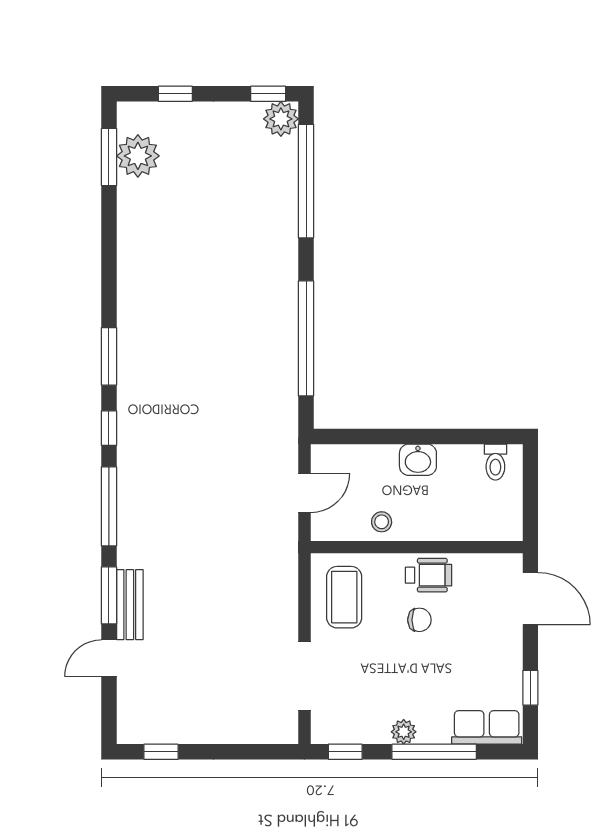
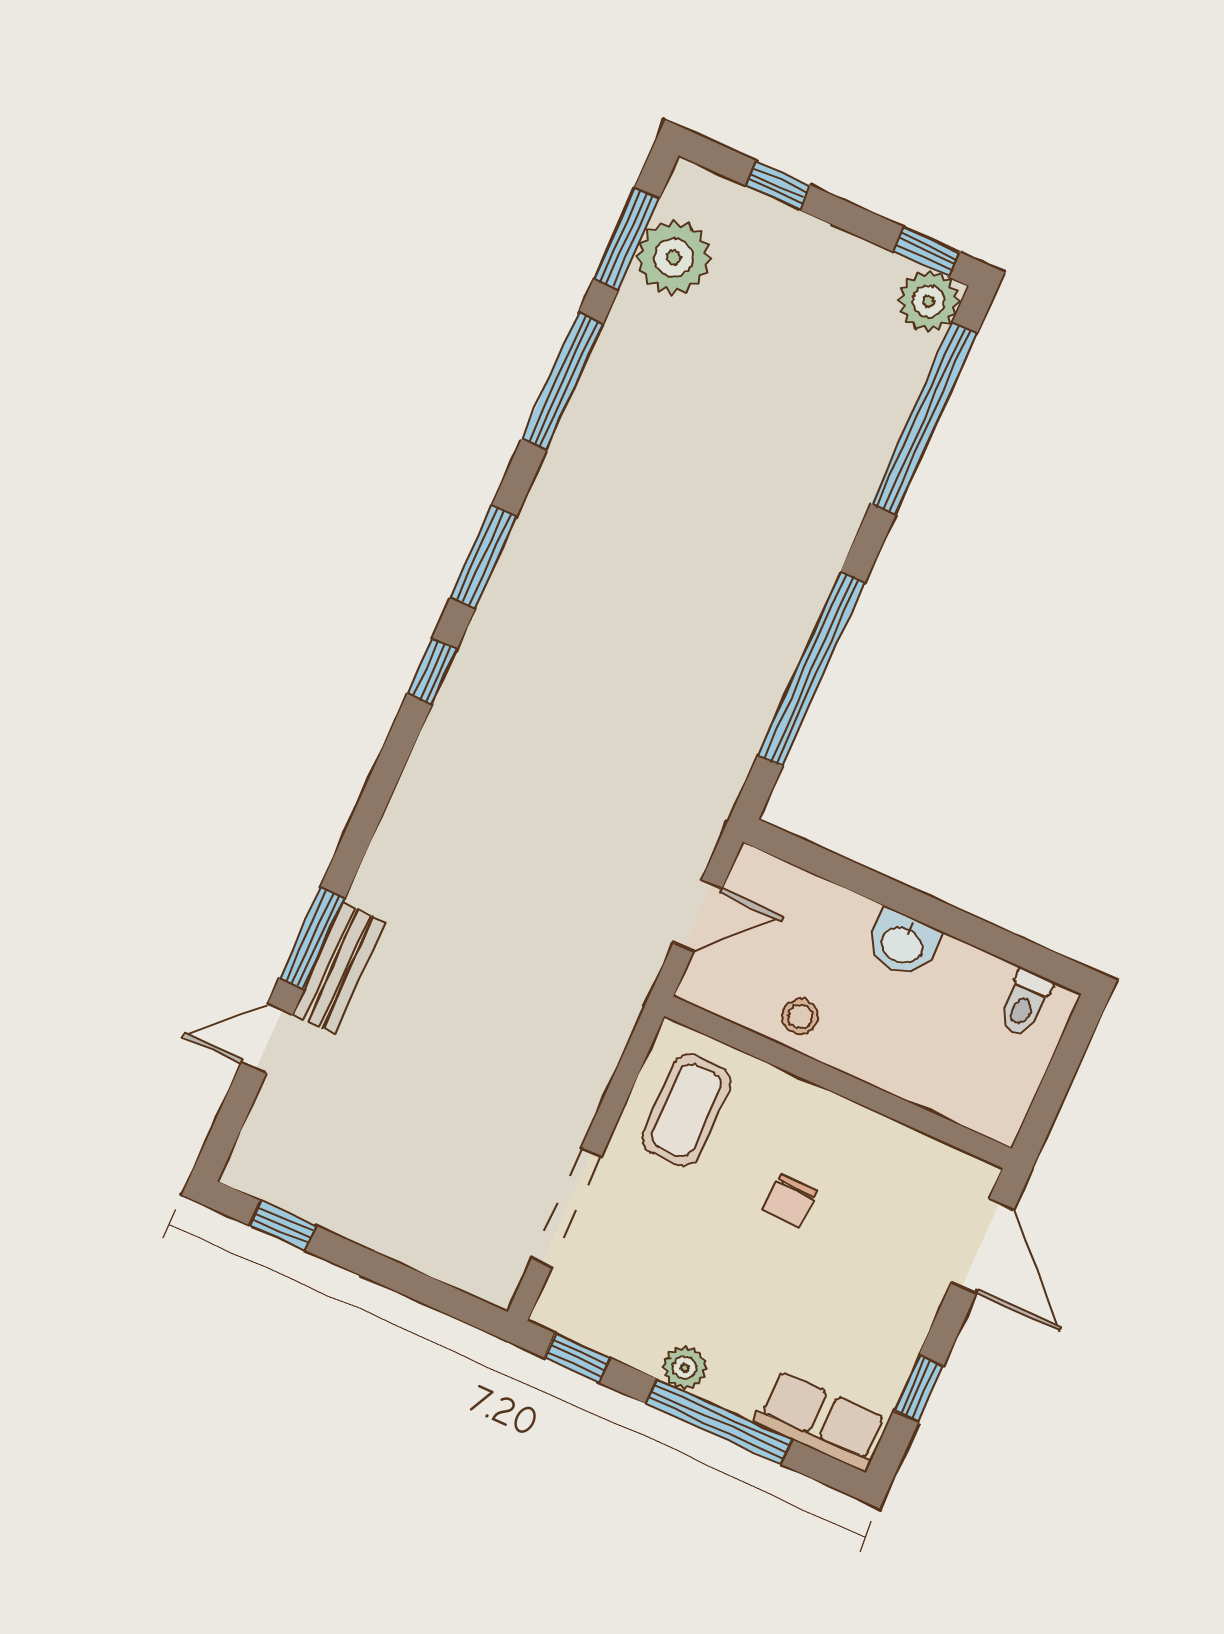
window: (109, 506) -> (562, 381), moved
wheelchair: (429, 575) -> (837, 1136), removed
chair: (419, 620) -> (790, 1200), turned 93

